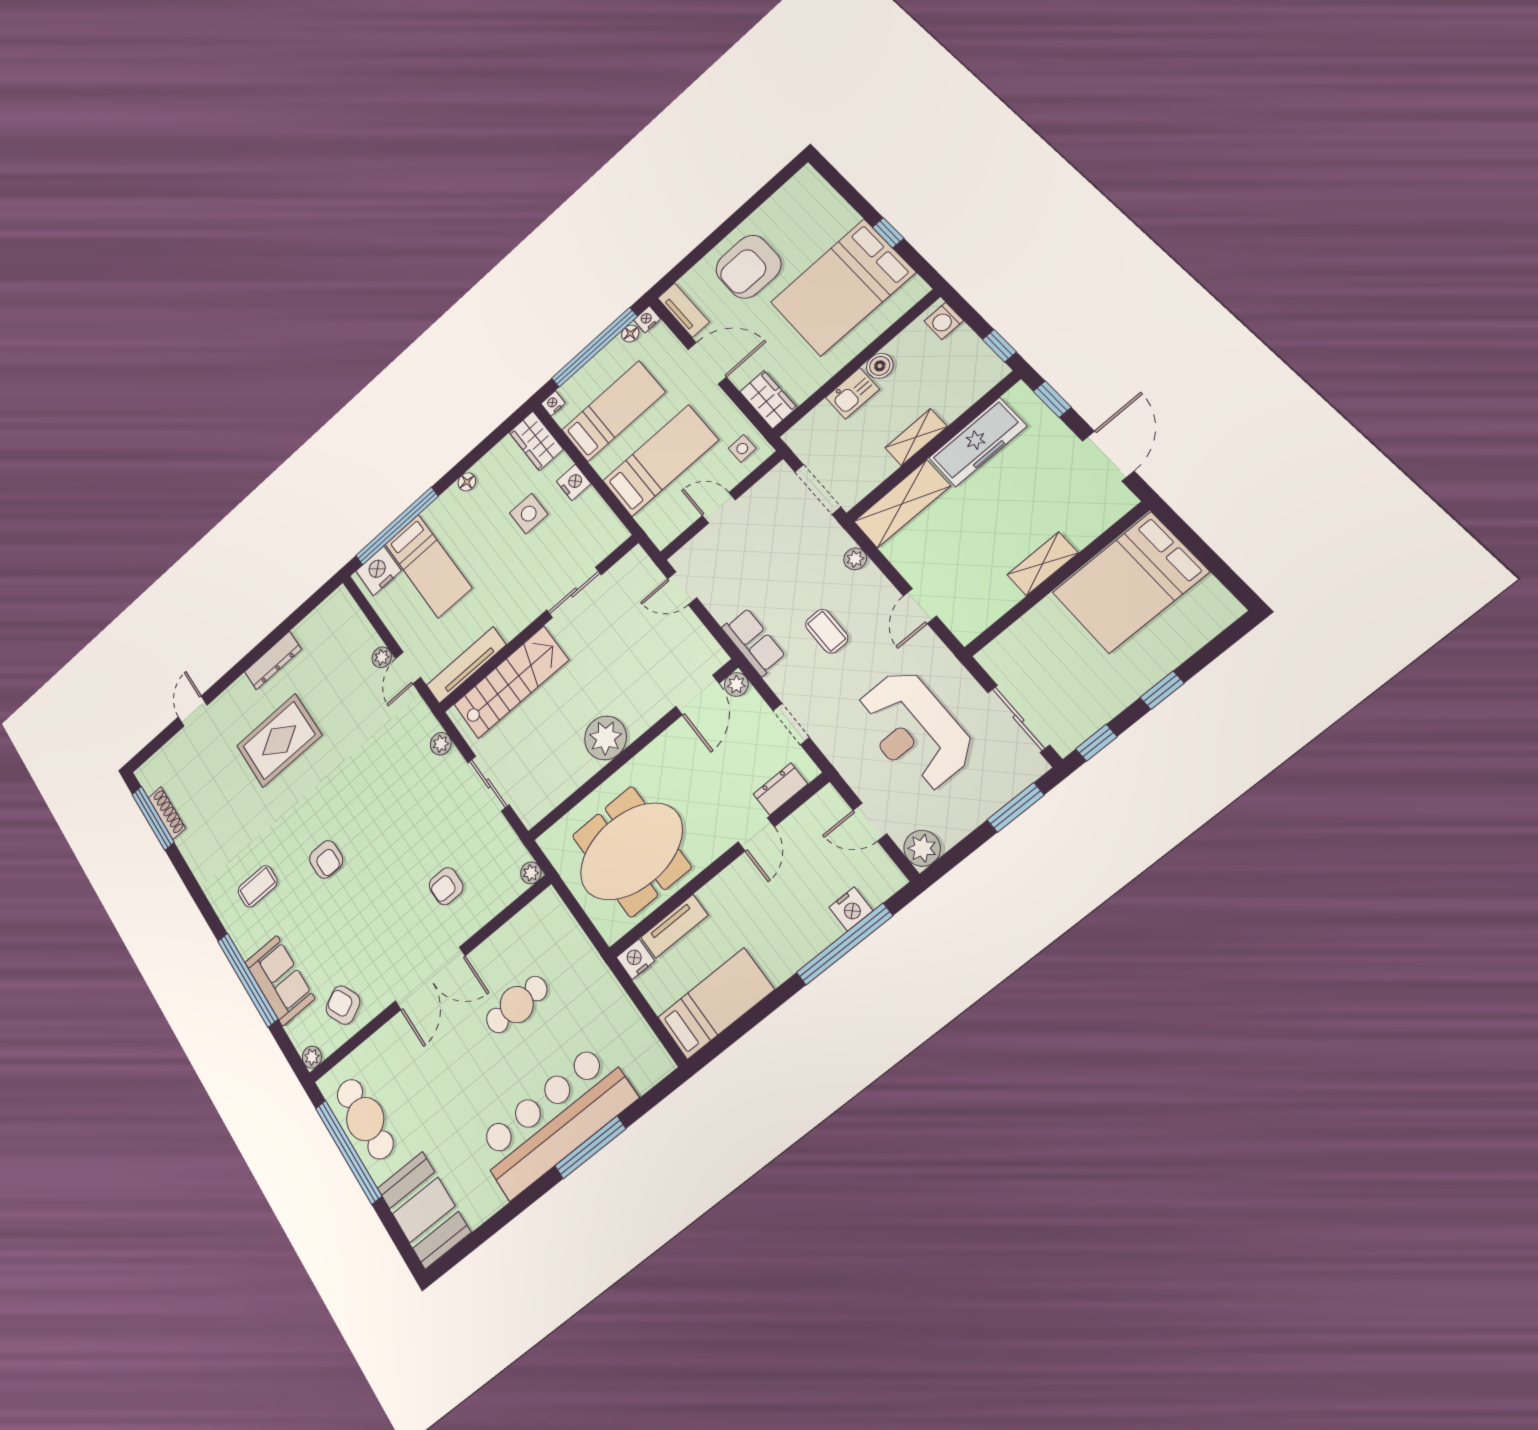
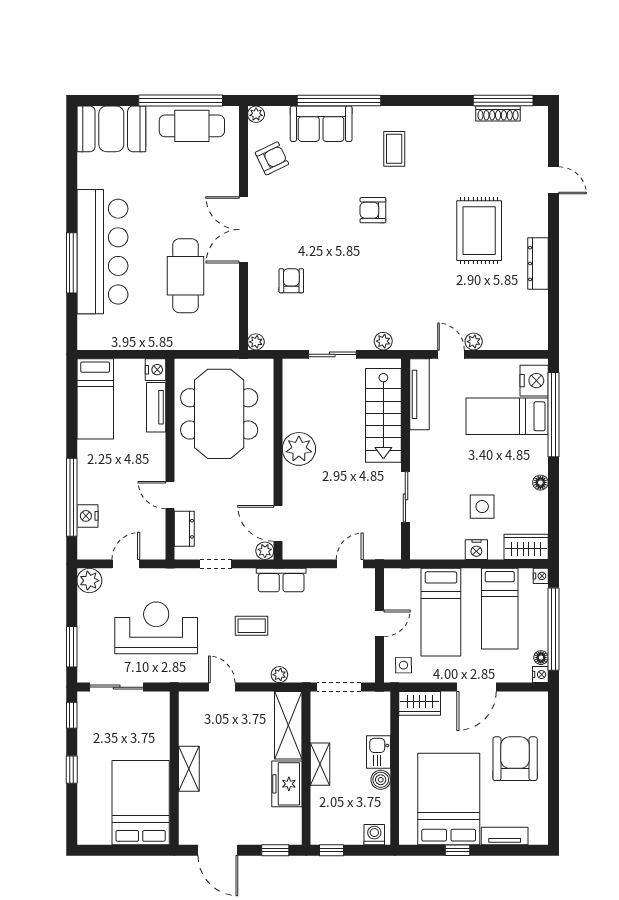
tv unit: (683, 310) -> (505, 836), moved, turned 180
freezer: (978, 442) -> (287, 784), width x0.71
cafe table: (517, 1005) -> (185, 276), width x1.37, depth x1.35

